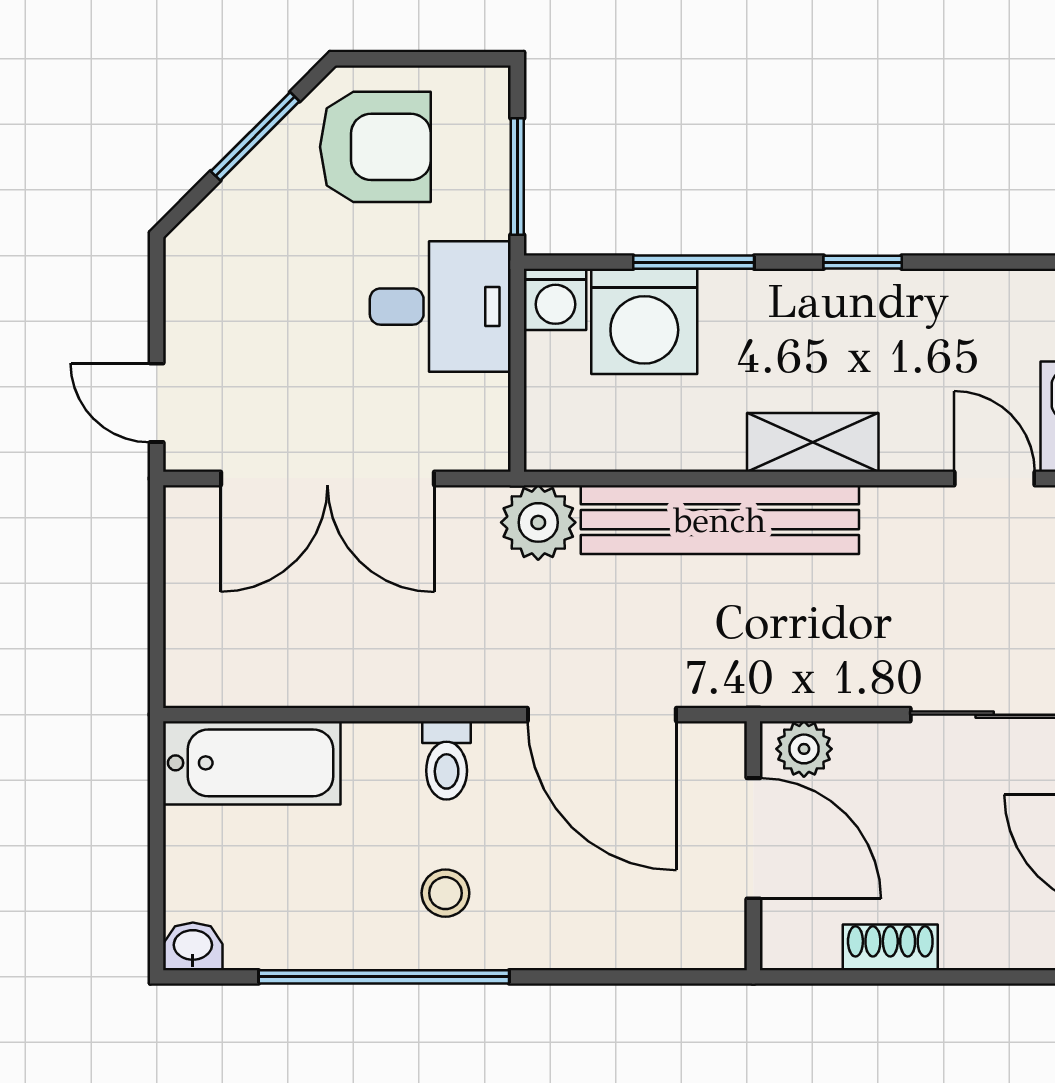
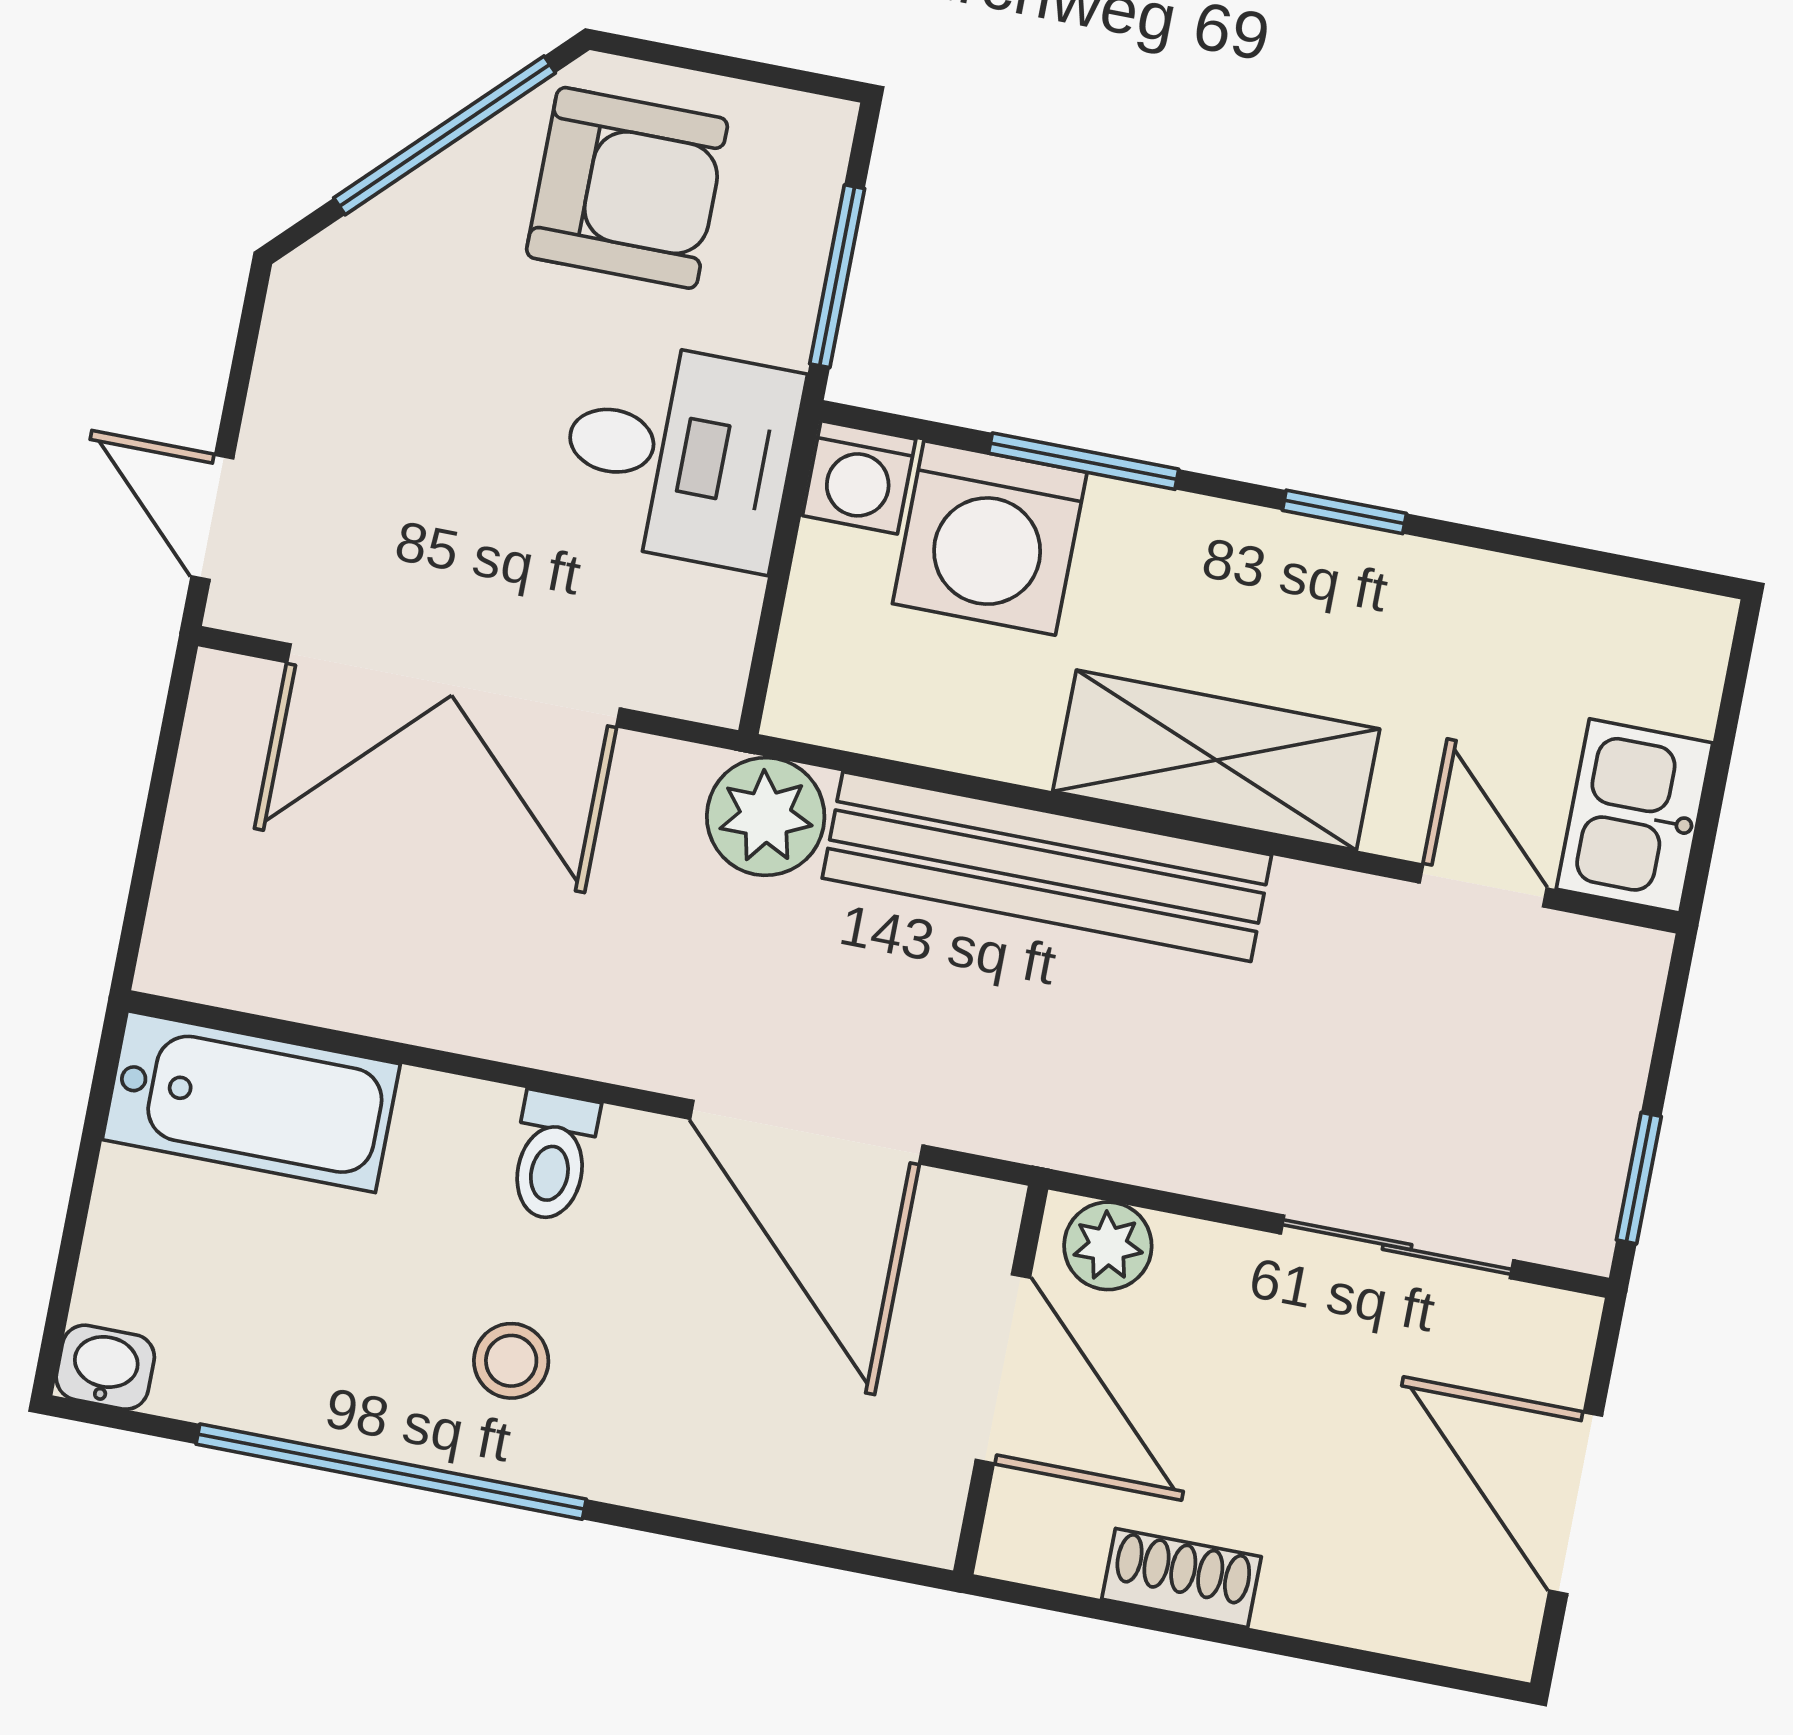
window: (255, 136) -> (445, 135), width x1.44
shelving: (813, 442) -> (1216, 760), width x1.50, depth x1.33

